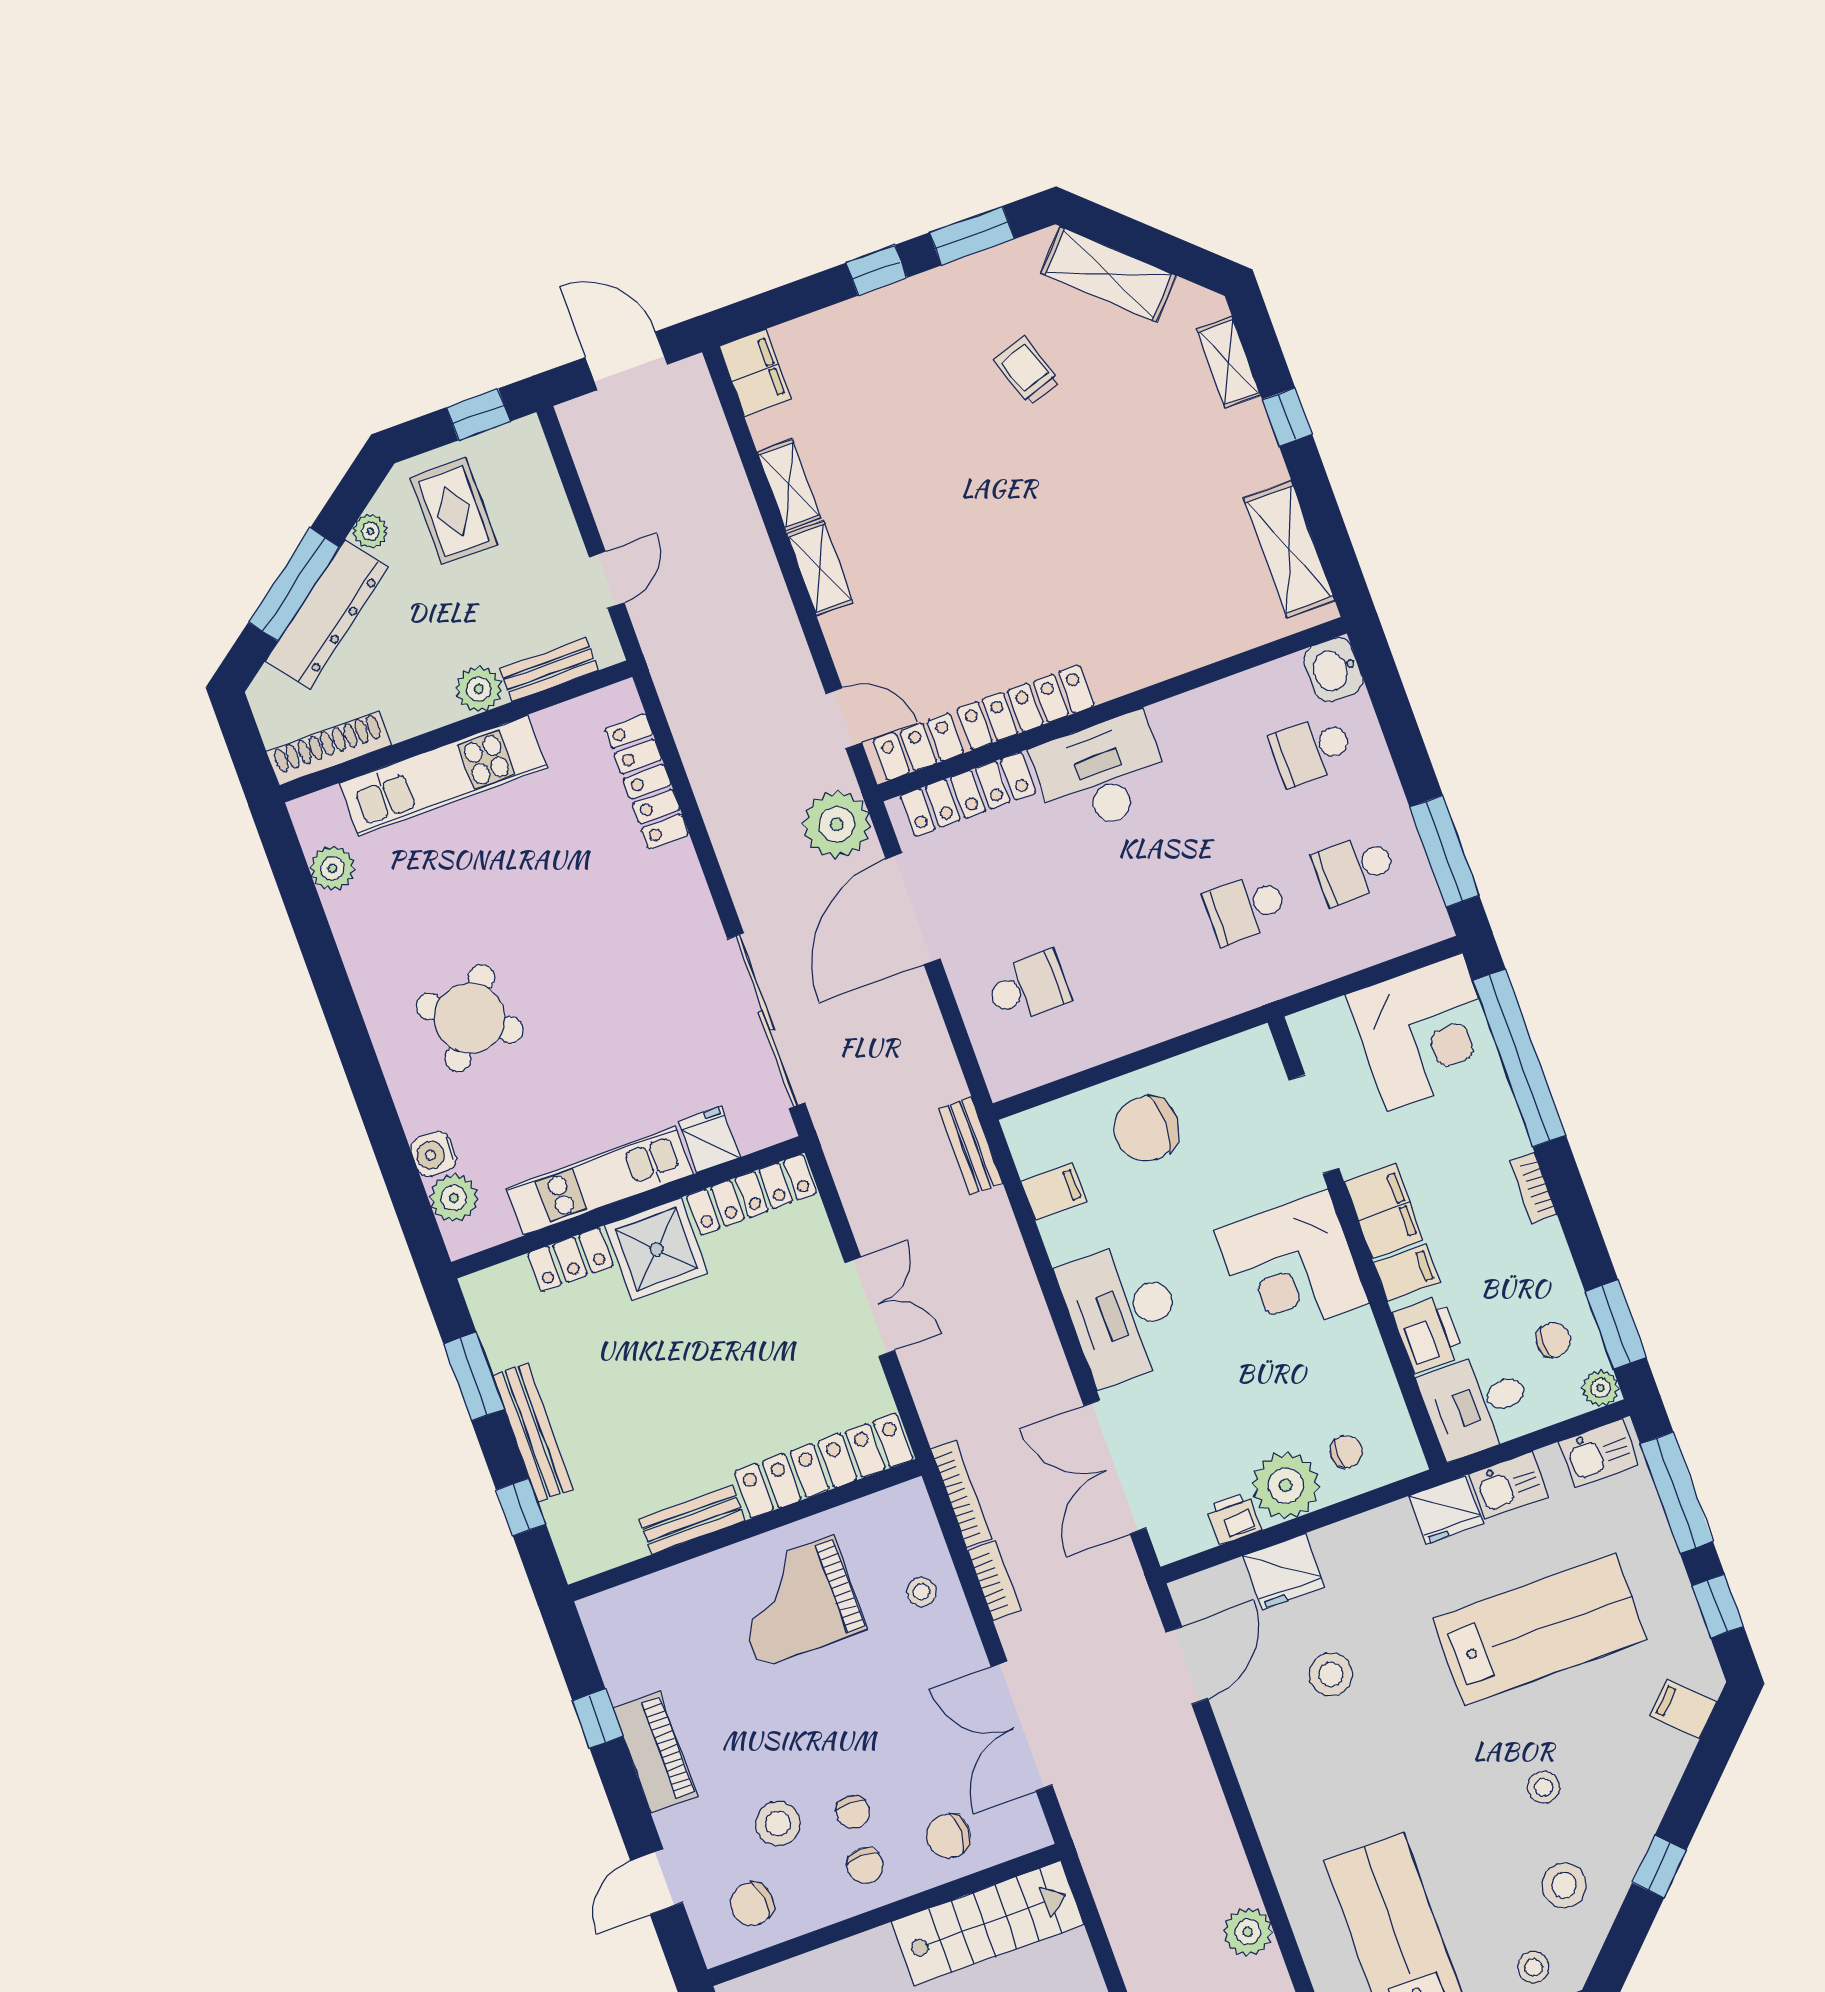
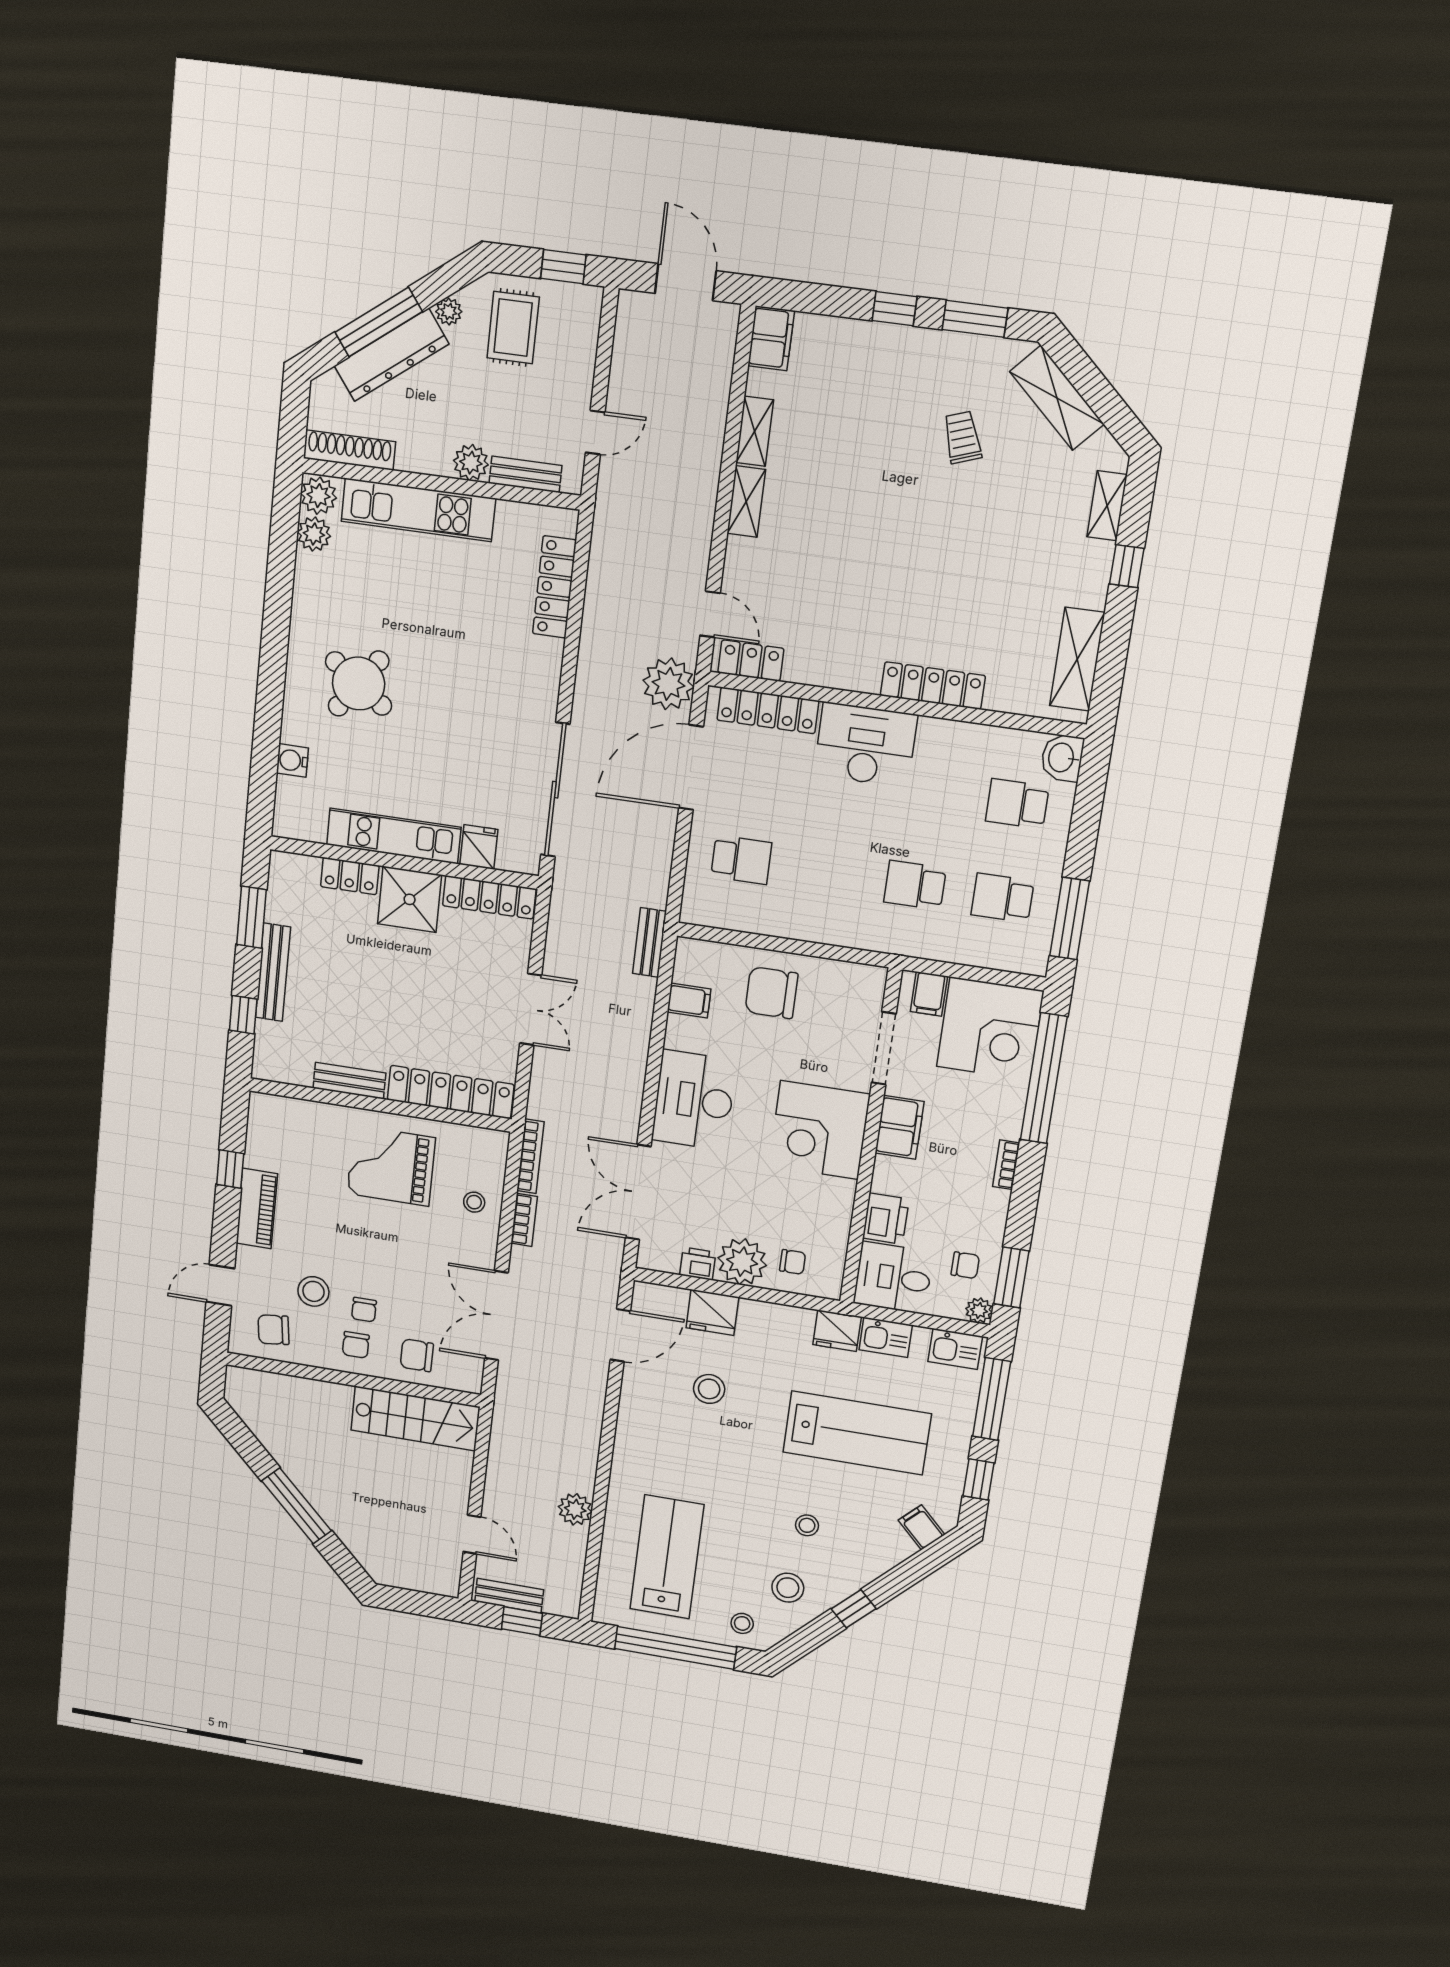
locker: (1025, 707) -> (933, 686), moved
plant: (454, 1198) -> (319, 496), moved
filing cabinet: (1406, 1273) -> (929, 994), moved, turned 90

